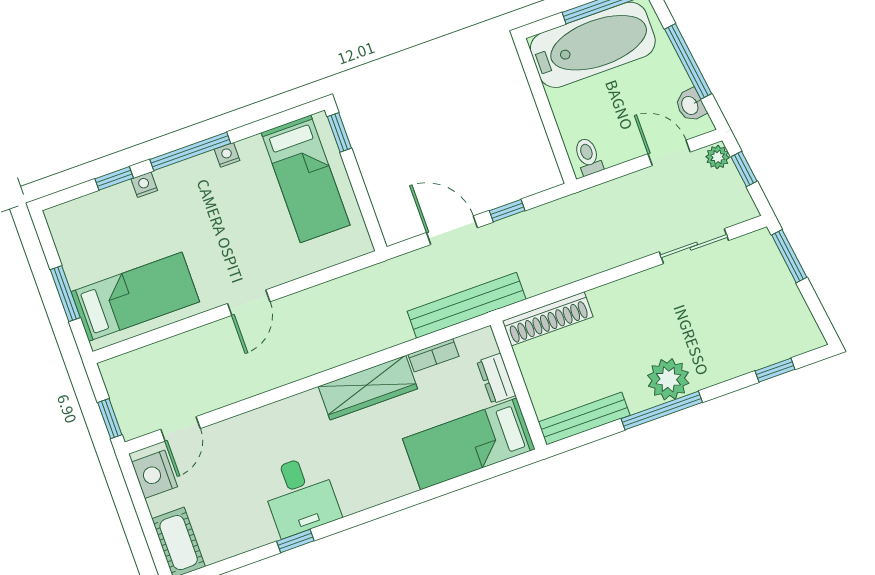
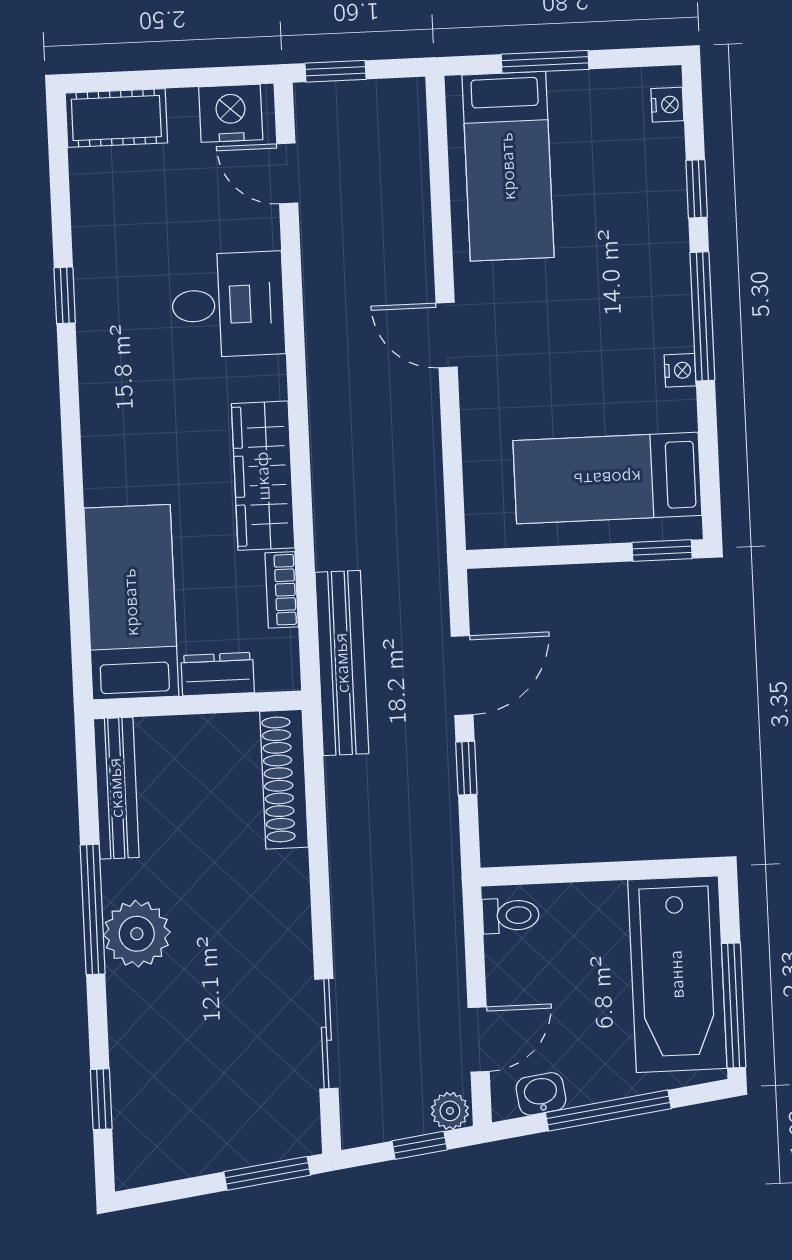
nightstand: (144, 185) -> (667, 105), moved
desk: (300, 496) -> (228, 305), moved, turned 180

